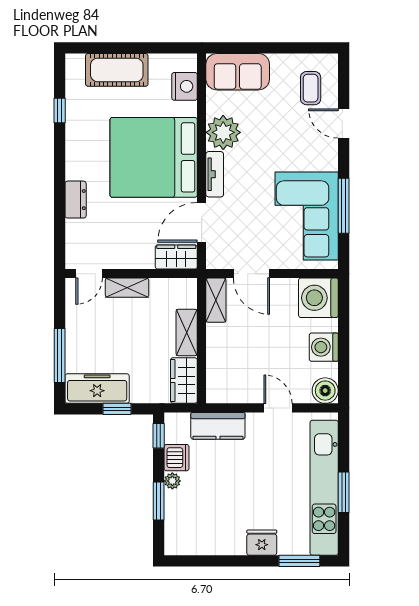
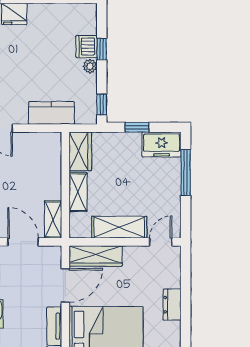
wardrobe: (176, 257) -> (96, 256), width x1.50
shelving: (127, 288) -> (119, 227), width x1.50, depth x1.33
freezer: (97, 389) -> (162, 144), width x0.71
dishwasher: (177, 458) -> (86, 47), moved
window: (159, 501) -> (102, 49), width x0.67

